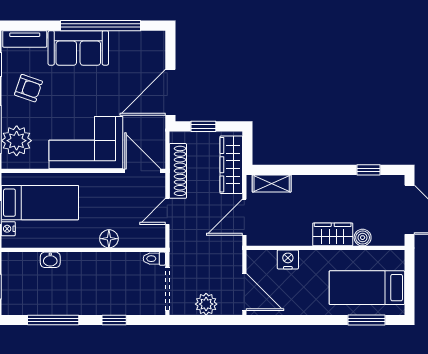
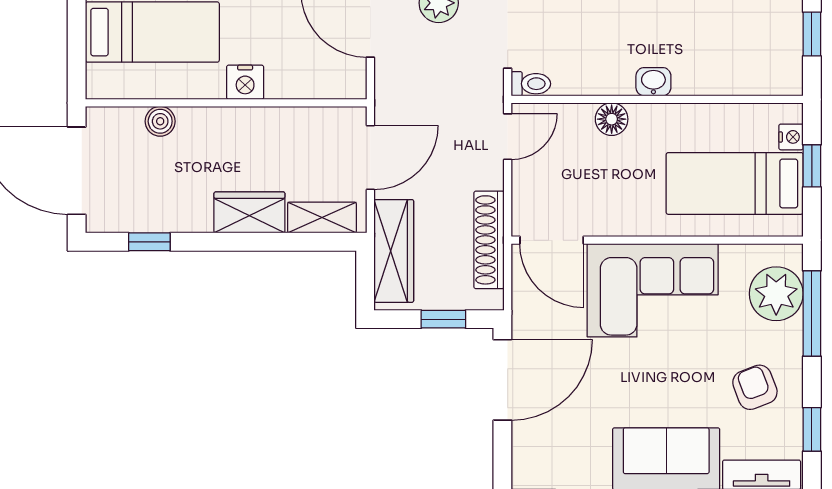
armchair: (28, 88) -> (755, 387), turned 50
door: (167, 211) -> (508, 137), moved
wardrobe: (333, 234) -> (249, 212), moved, turned 180
nightstand: (288, 259) -> (245, 82), moved
washbasin: (50, 260) -> (653, 82), moved

